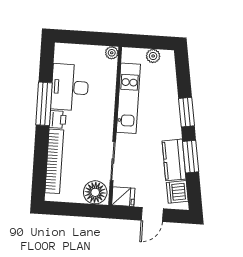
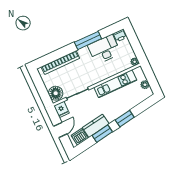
printer: (58, 119) -> (120, 36), moved
door: (152, 214) -> (60, 130), swing flipped

